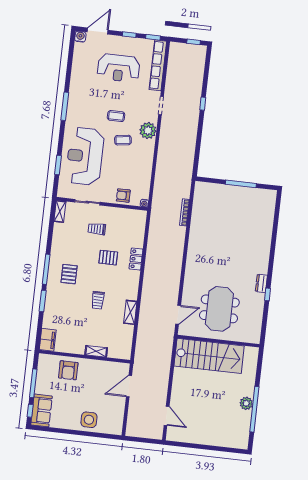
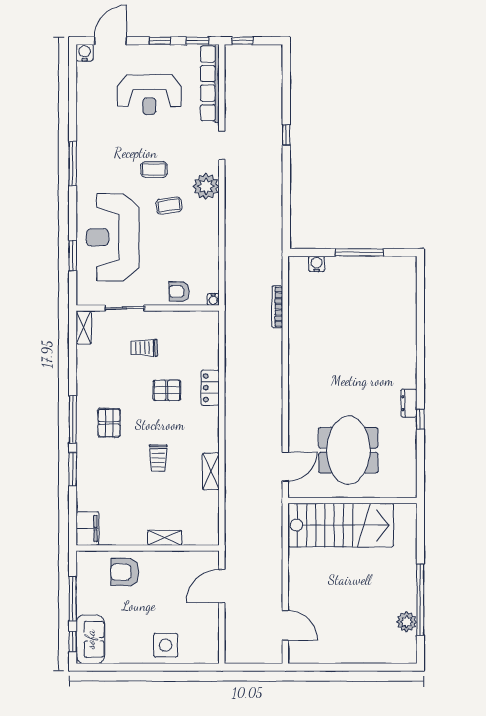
window: (194, 42) -> (243, 41), moved
water cooler: (213, 188) -> (317, 264), added
armchair: (68, 370) -> (125, 572), turned 90
plant: (246, 403) -> (407, 622), moved

